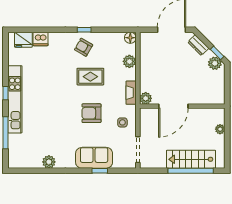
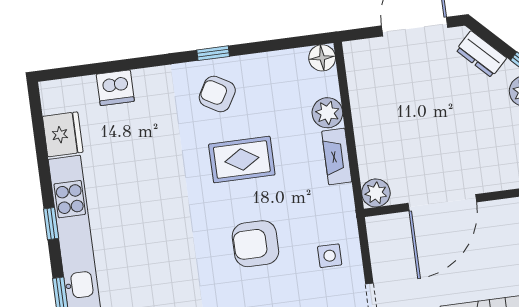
fridge: (23, 40) -> (63, 134), moved, turned -90
fireplace: (131, 93) -> (337, 157), moved

